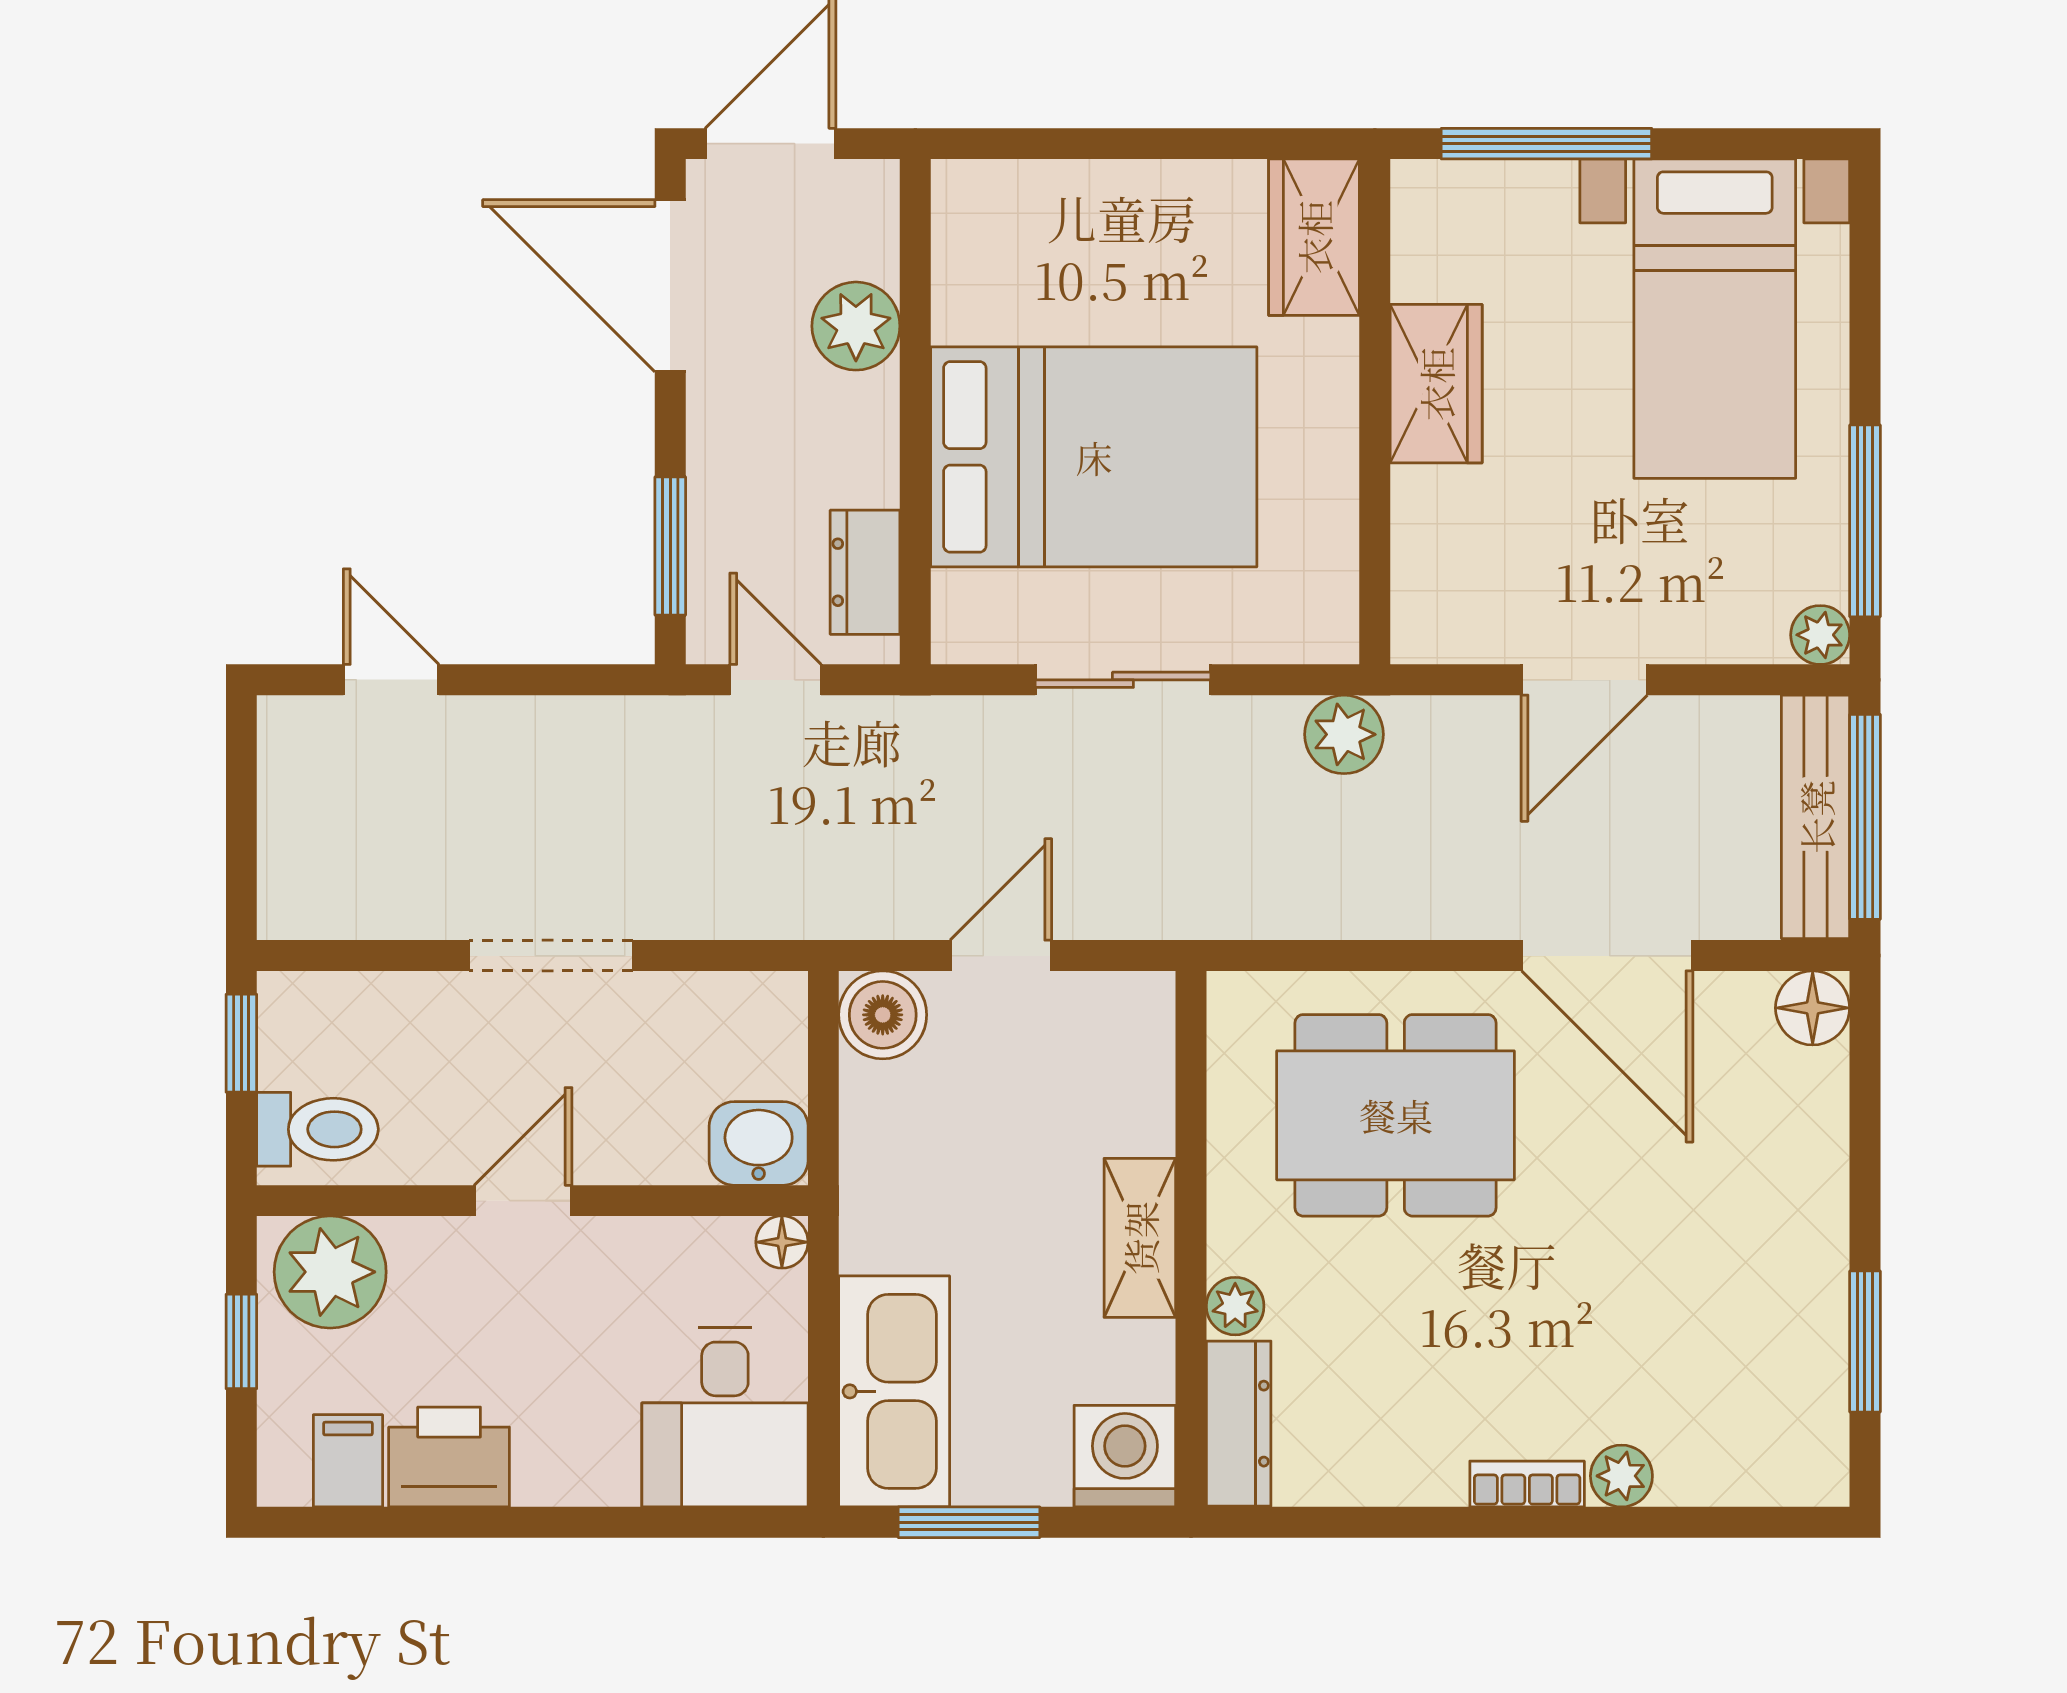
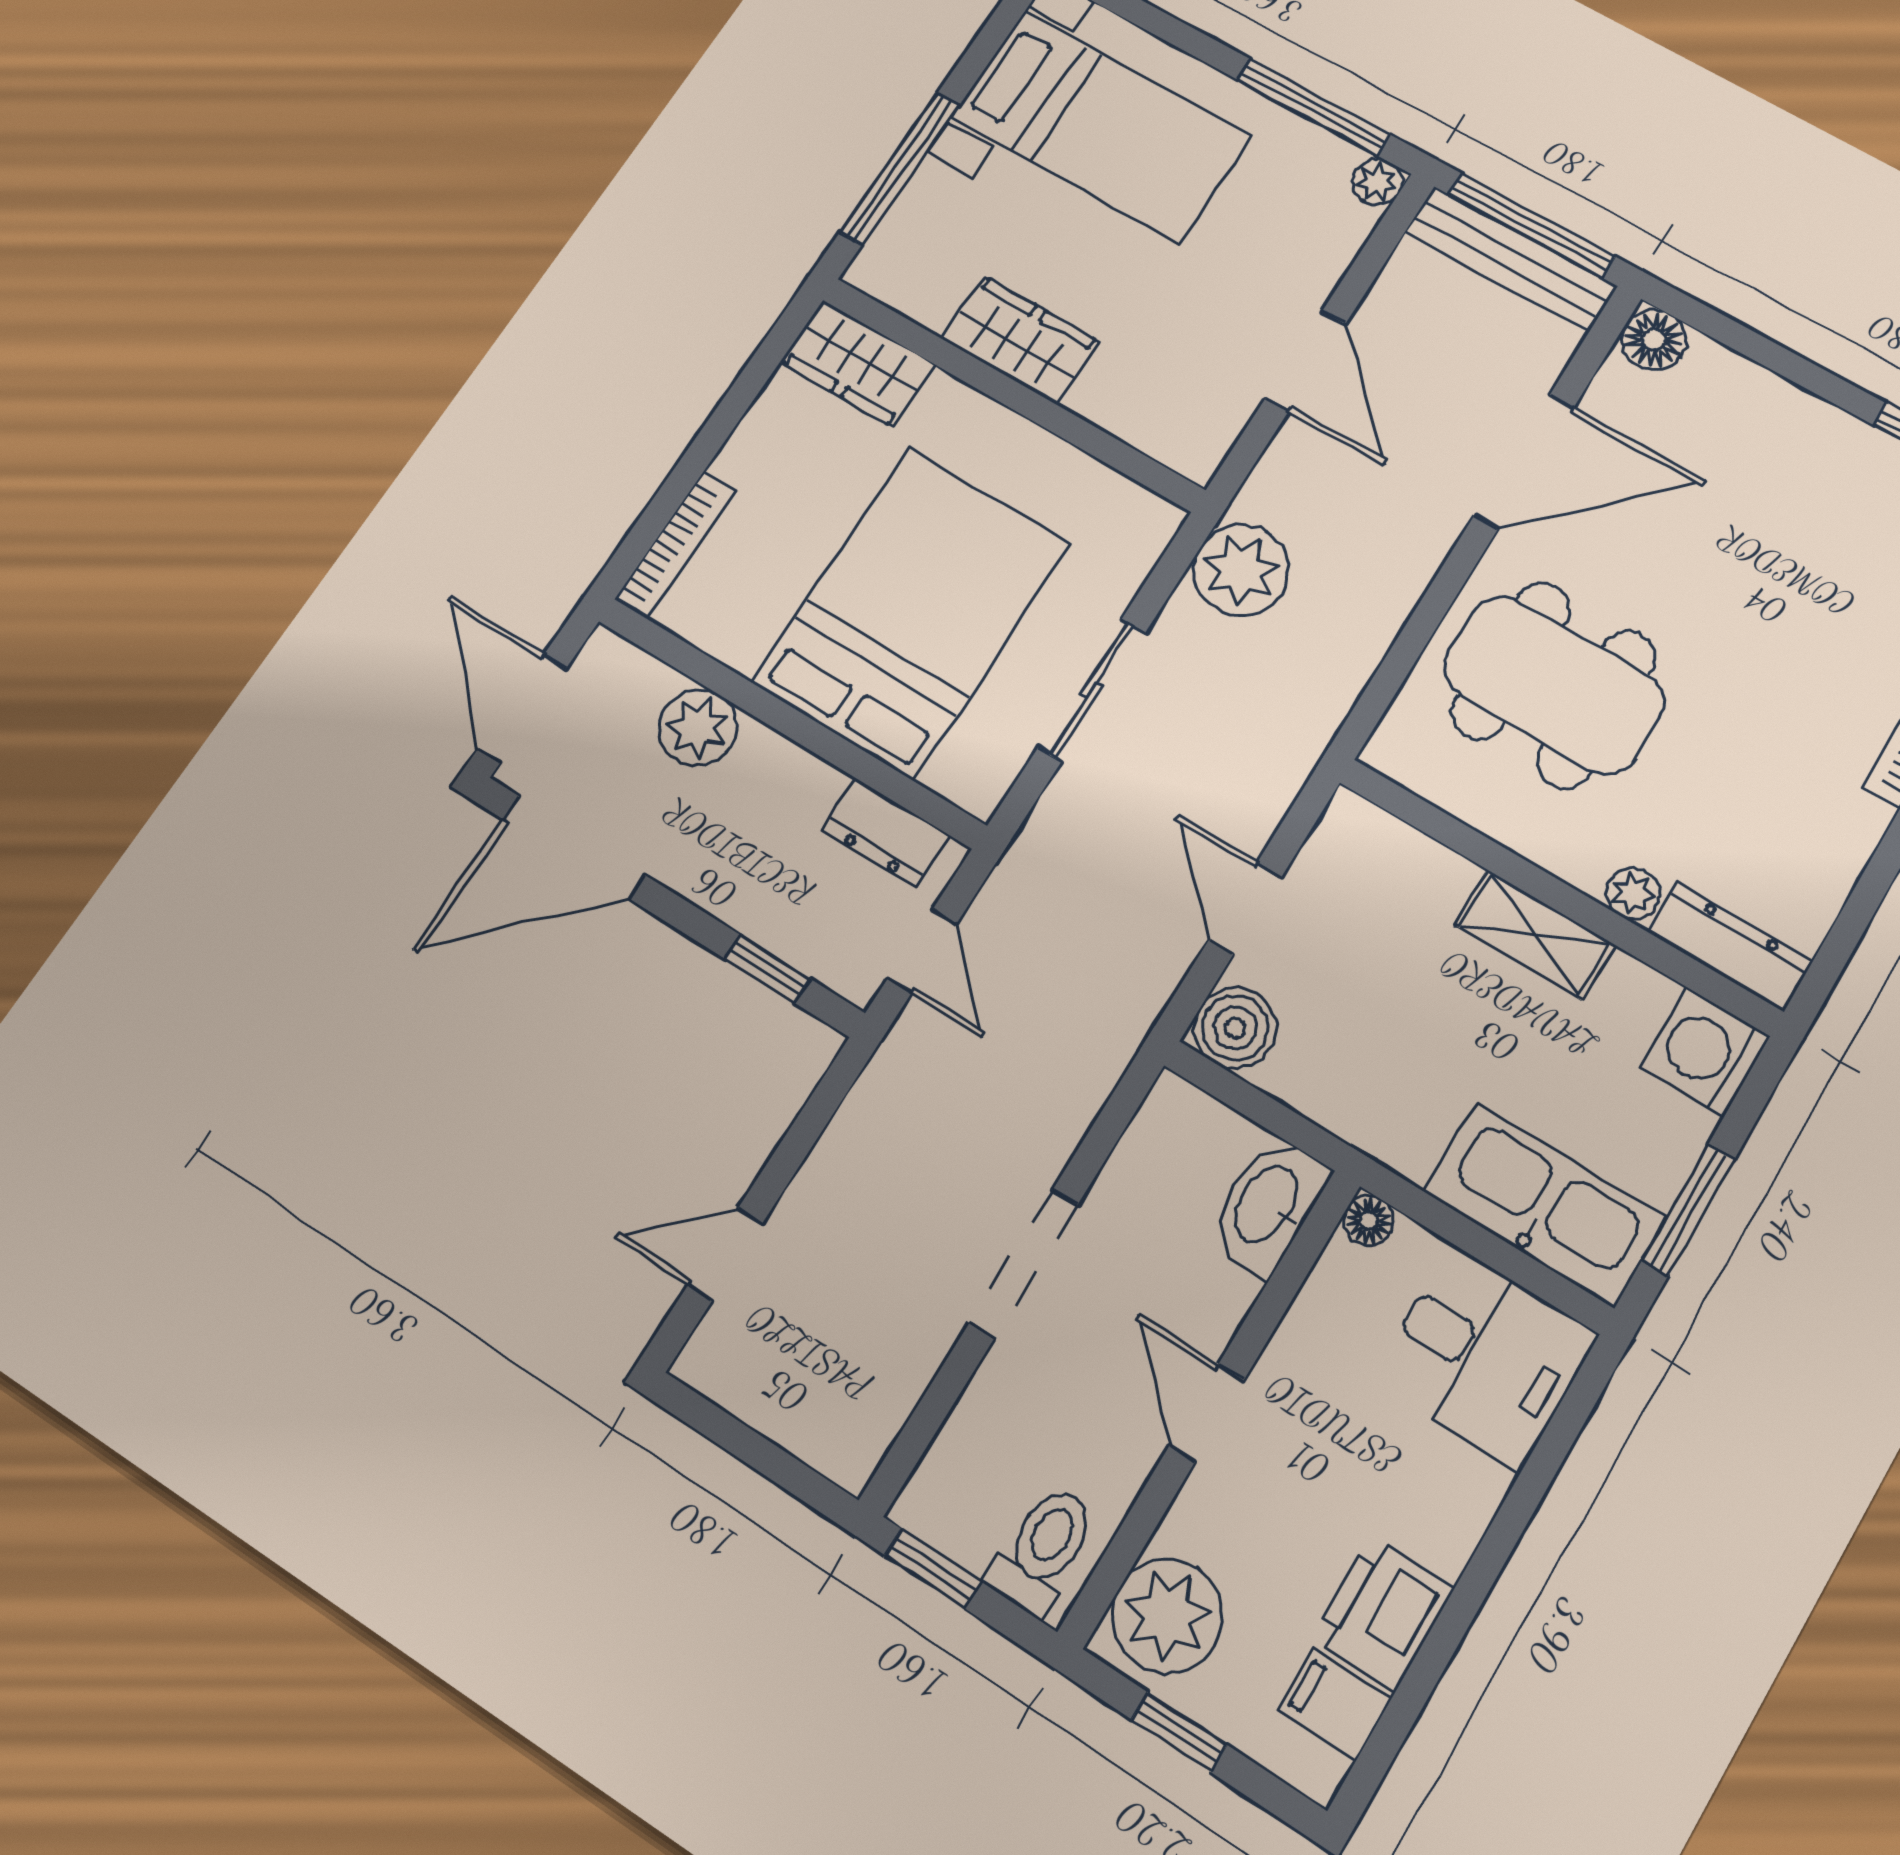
bookcase: (1020, 182) -> (675, 545), added
window: (670, 546) -> (767, 969), width x0.67
door: (776, 680) -> (922, 951), swing flipped
plant: (1344, 734) -> (1241, 570), width x1.36, depth x1.36
dining table: (1396, 1115) -> (1554, 685), turned 90
washbasin: (759, 1143) -> (1268, 1205), width x1.38

